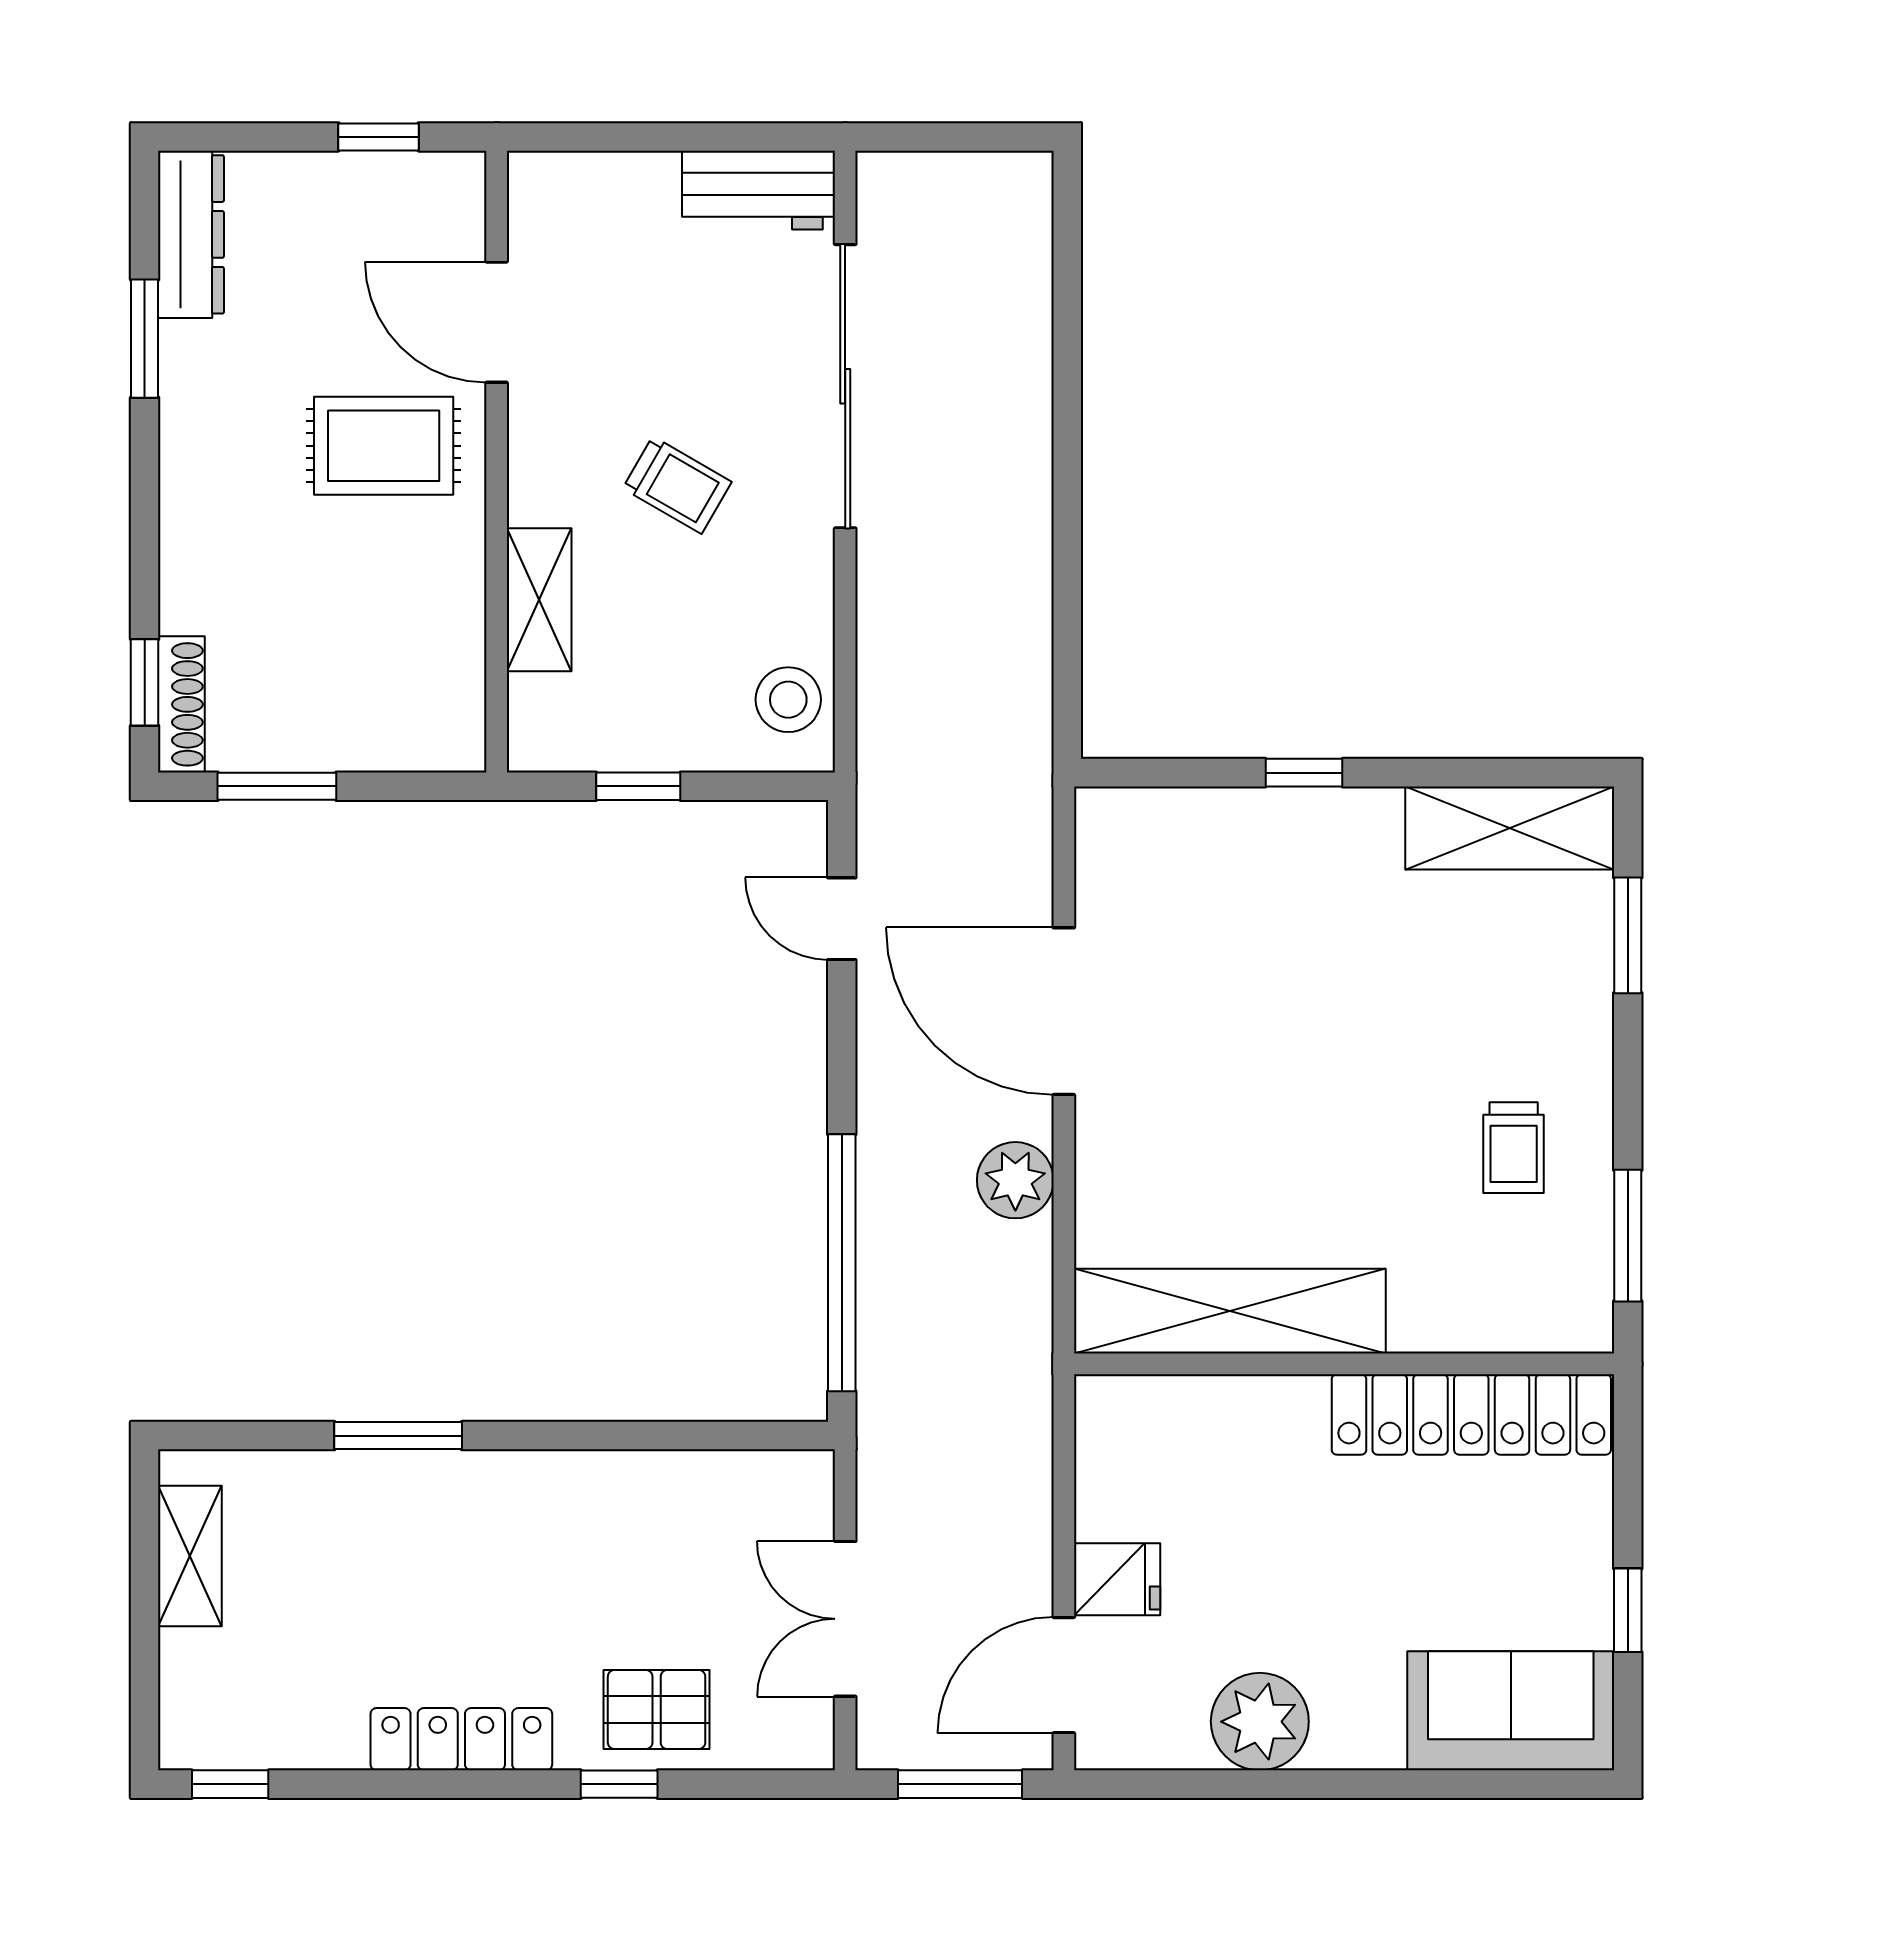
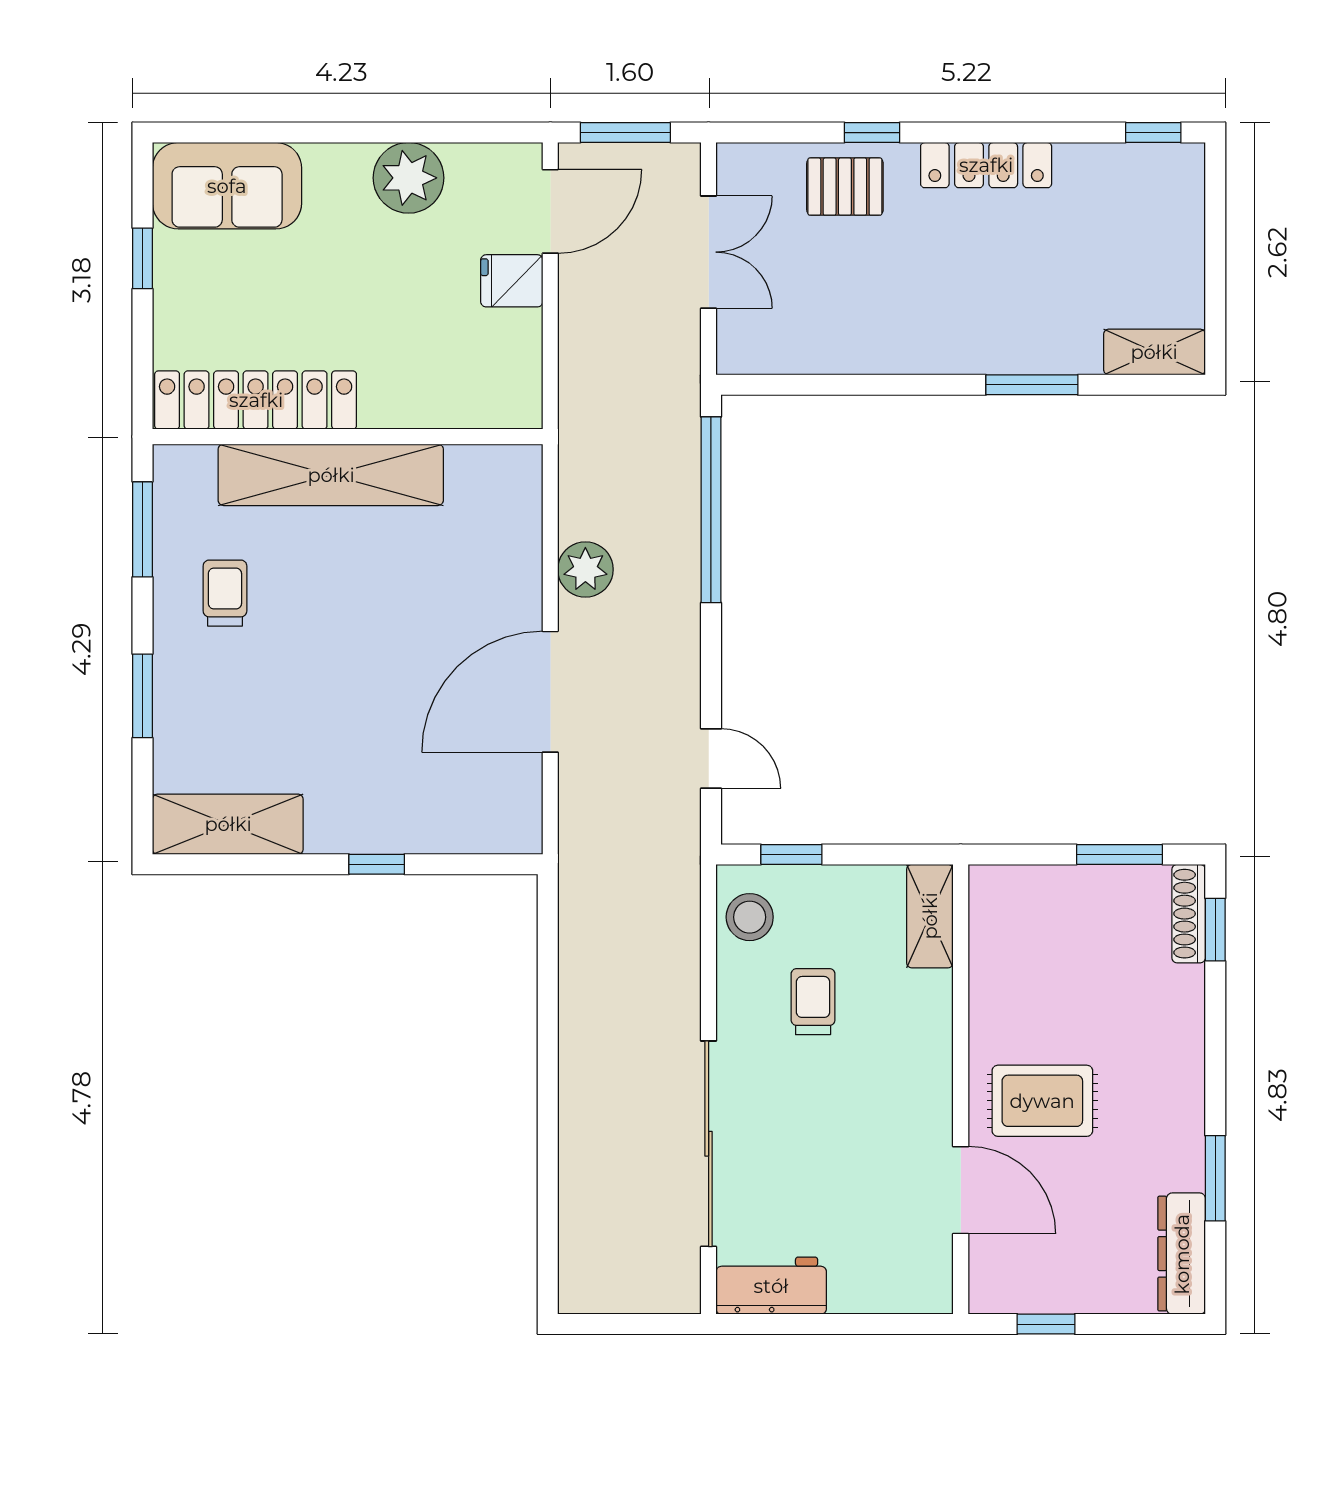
trolley: (677, 485) -> (813, 1002), moved, turned 60
shelving: (539, 600) -> (930, 916), moved
window: (638, 786) -> (791, 854), moved
window: (1628, 935) -> (142, 696), moved
door: (1064, 1011) -> (550, 692), swing flipped
shelving: (1230, 1311) -> (331, 475), moved
shelving: (190, 1556) -> (1154, 352), moved, turned 90

